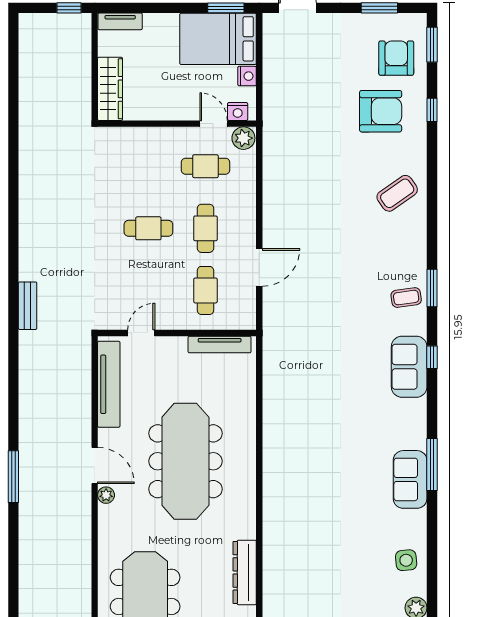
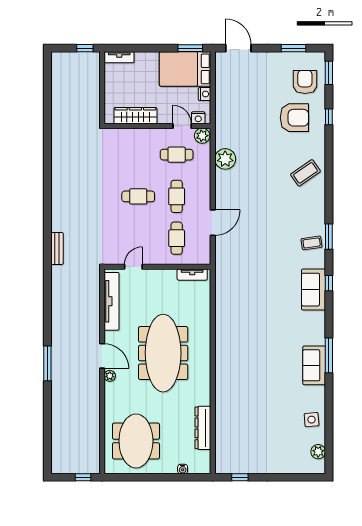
wardrobe: (110, 89) -> (135, 116), moved, turned -90
plant: (278, 173) -> (225, 159), added
tv unit: (220, 344) -> (192, 275), width x0.71

